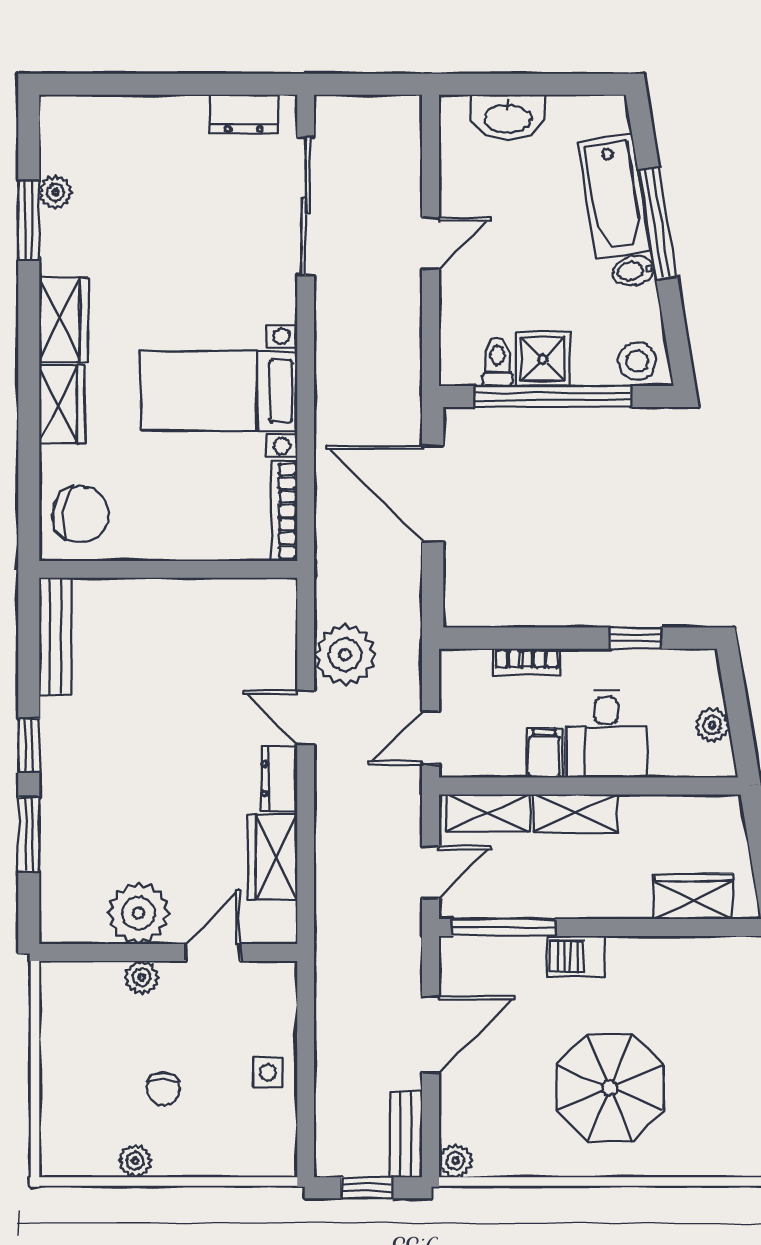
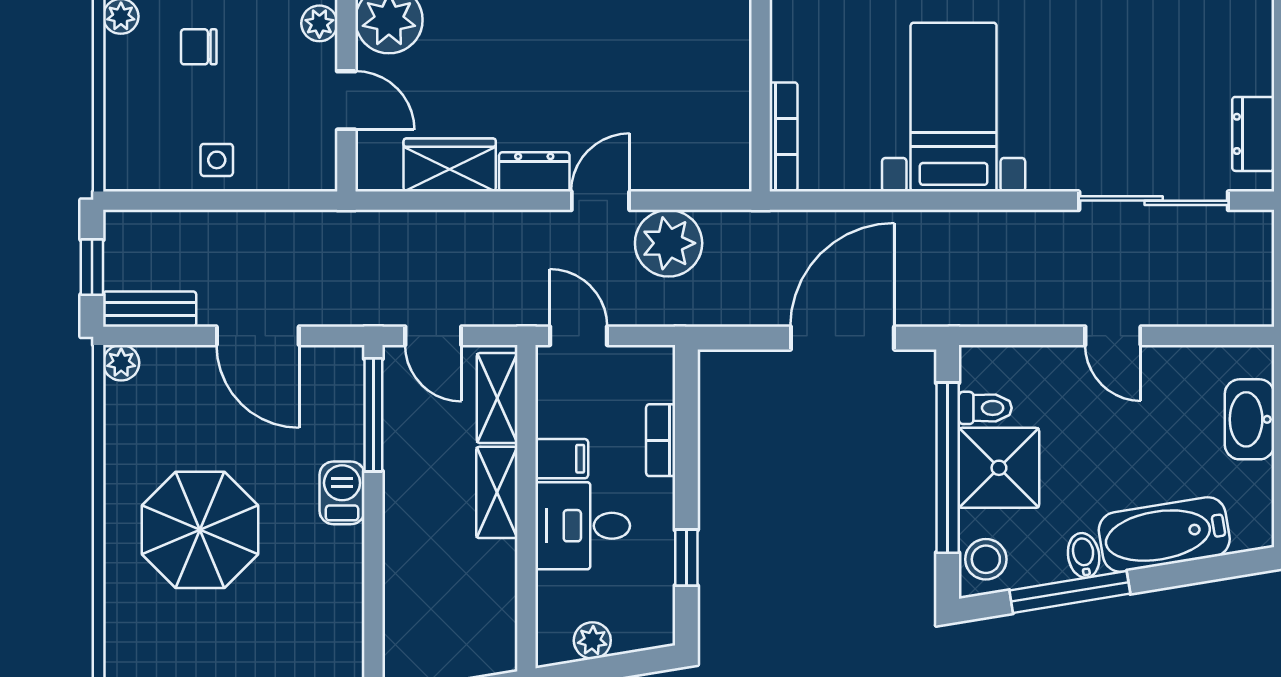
window: (658, 224) -> (1070, 592), moved
shower: (543, 359) -> (999, 468), width x1.36, depth x1.36
bookcase: (284, 511) -> (784, 137), moved, turned 90
wardrobe: (693, 896) -> (407, 620), removed

